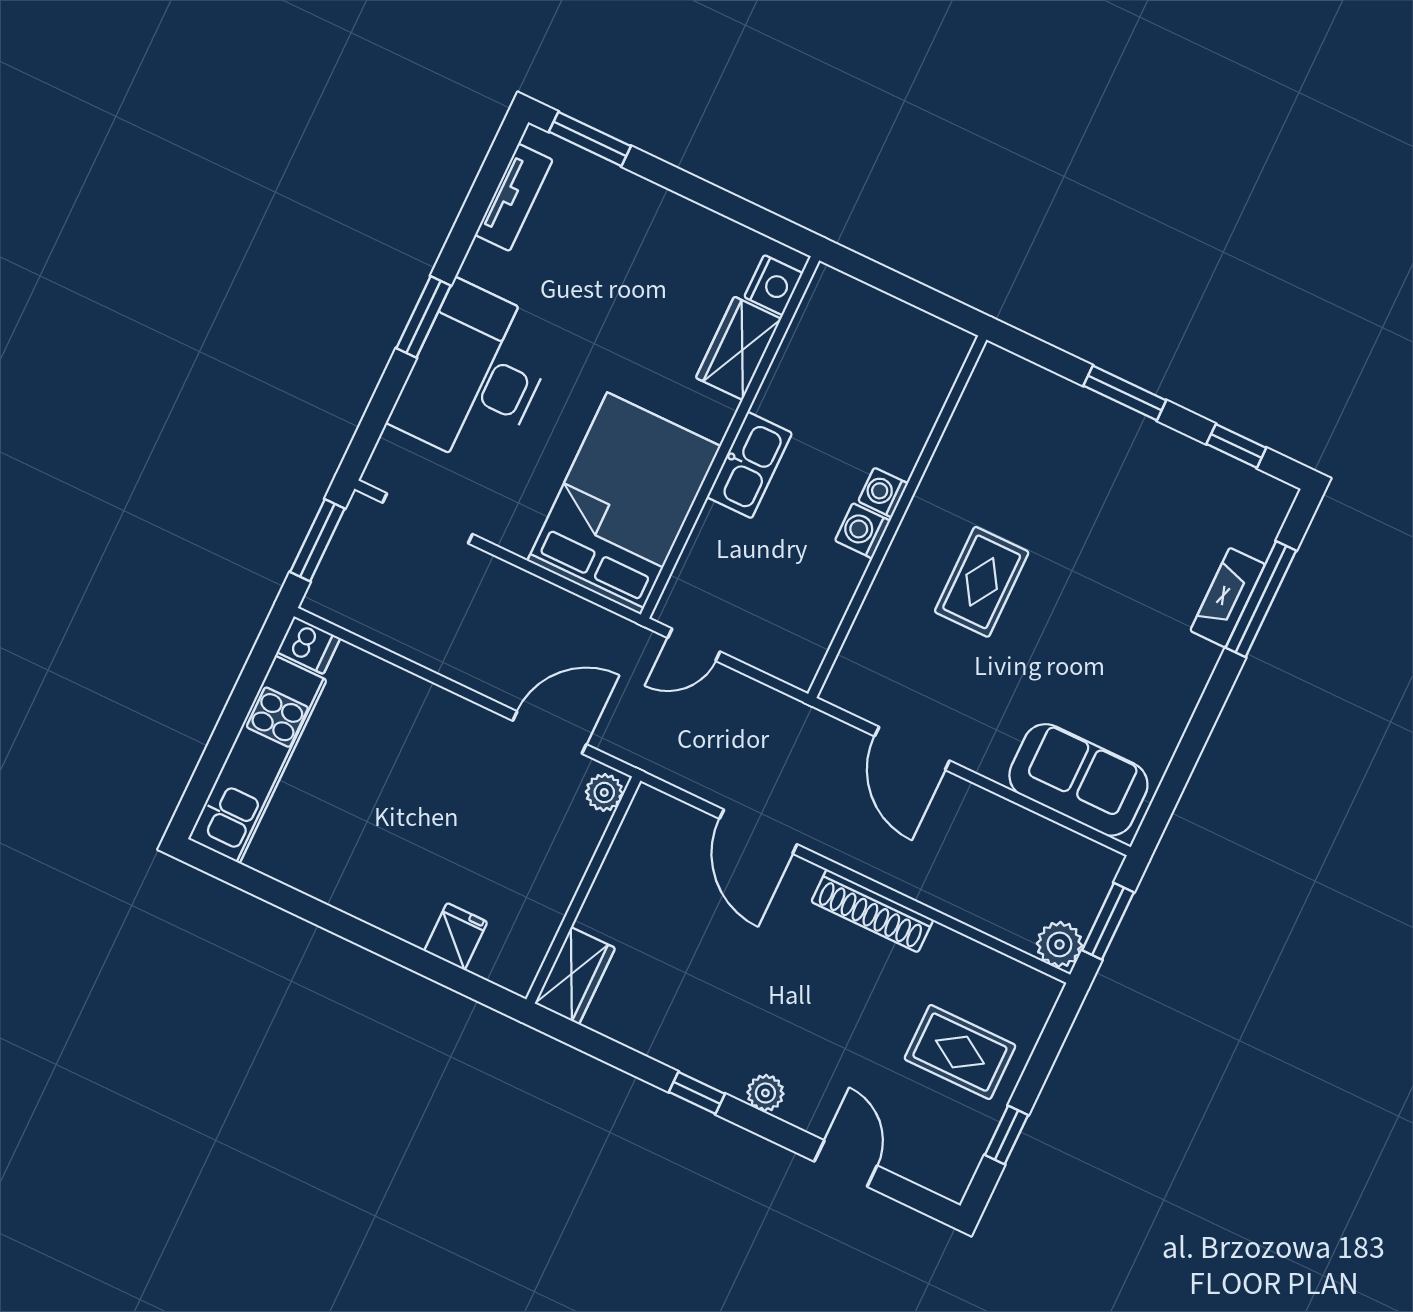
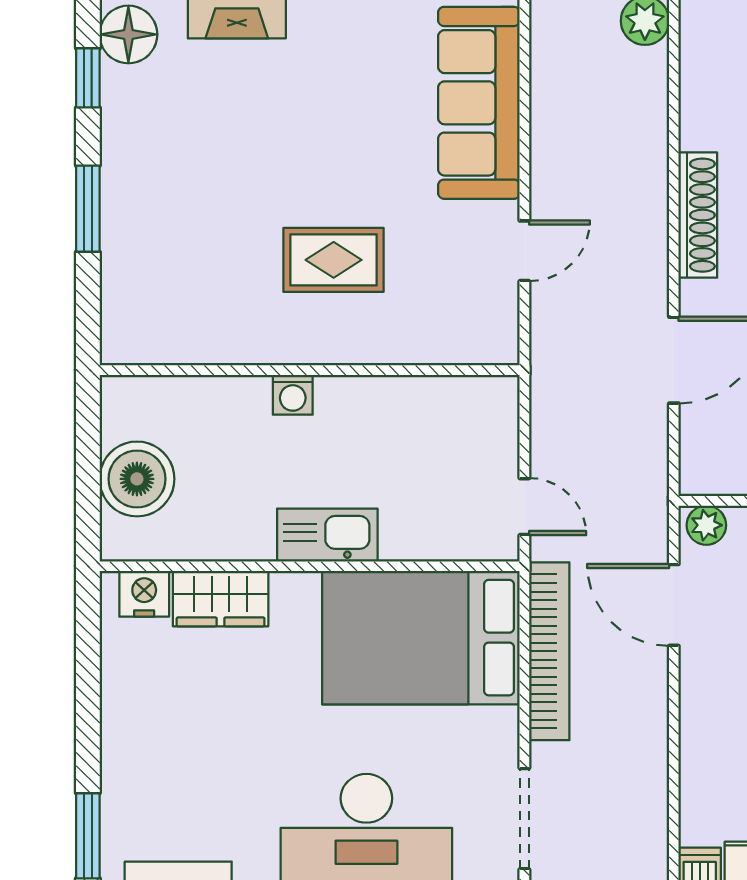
boiler: (874, 325) -> (137, 479), added
floor lamp: (1257, 498) -> (128, 34), added
washing machine: (863, 531) -> (339, 397), removed
bookcase: (560, 607) -> (549, 651), added
door: (912, 748) -> (524, 251), width x0.73
sofa: (1078, 780) -> (479, 103), width x1.36

